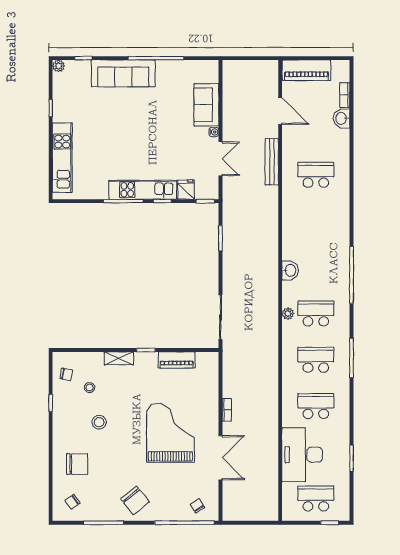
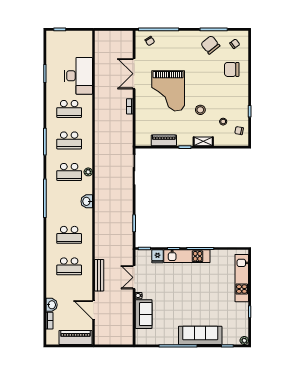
stool: (99, 422) -> (200, 110), moved
school desk: (316, 499) -> (69, 235), moved
chair: (135, 500) -> (210, 45), moved

